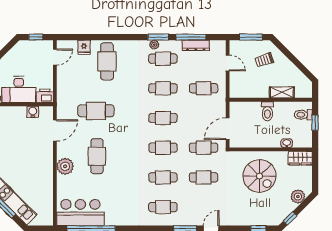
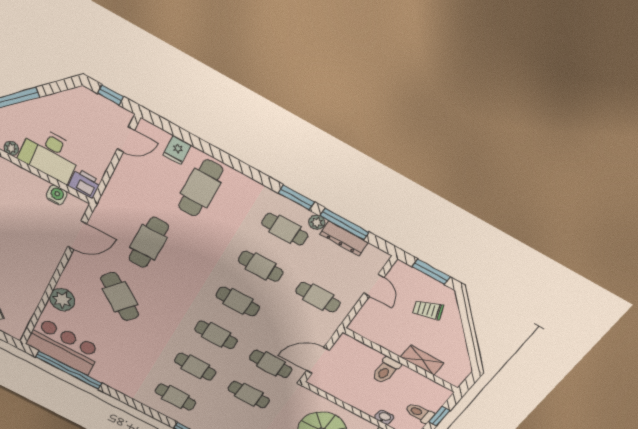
plant: (154, 45) -> (317, 222), moved
cafe table: (96, 111) -> (149, 243), turned 90
toilet: (303, 115) -> (419, 413), moved
cafe table: (97, 156) -> (120, 297), turned -52
plant: (65, 166) -> (62, 300), moved

